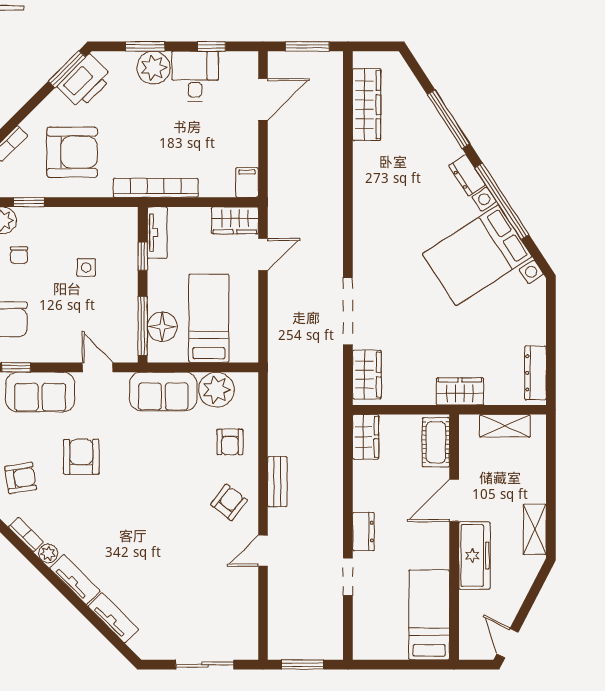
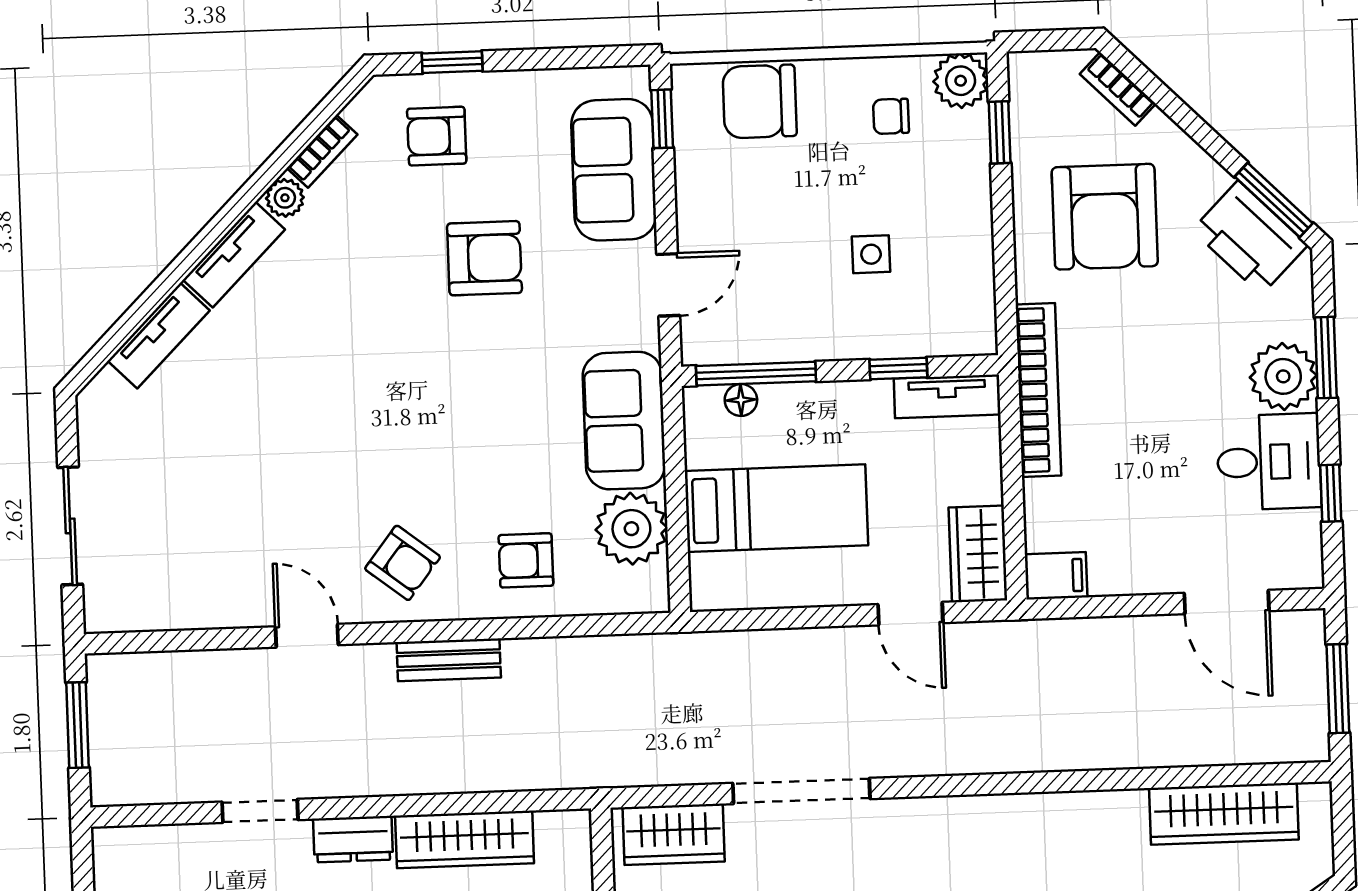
floor lamp: (162, 327) -> (741, 400), width x0.53, depth x0.53
wardrobe: (366, 437) -> (465, 839), moved, width x1.50
armchair: (21, 478) -> (437, 136), turned 99

